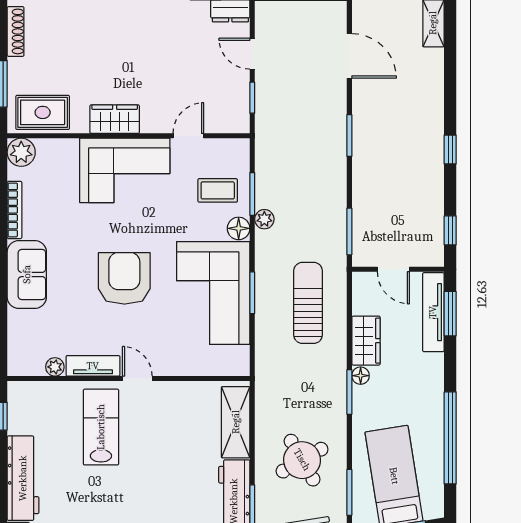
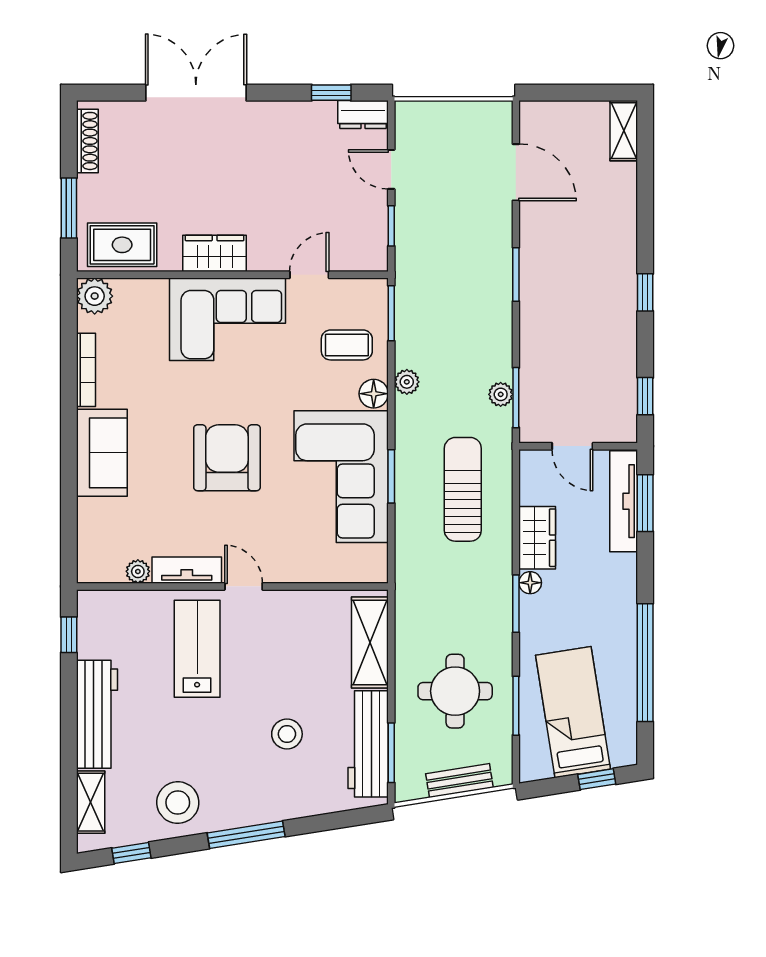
window: (252, 194) -> (391, 313), moved
plant: (338, 229) -> (501, 394), added
round table: (302, 460) -> (455, 691), turned 30
window: (349, 492) -> (516, 706), moved
stool: (171, 494) -> (287, 734), added

